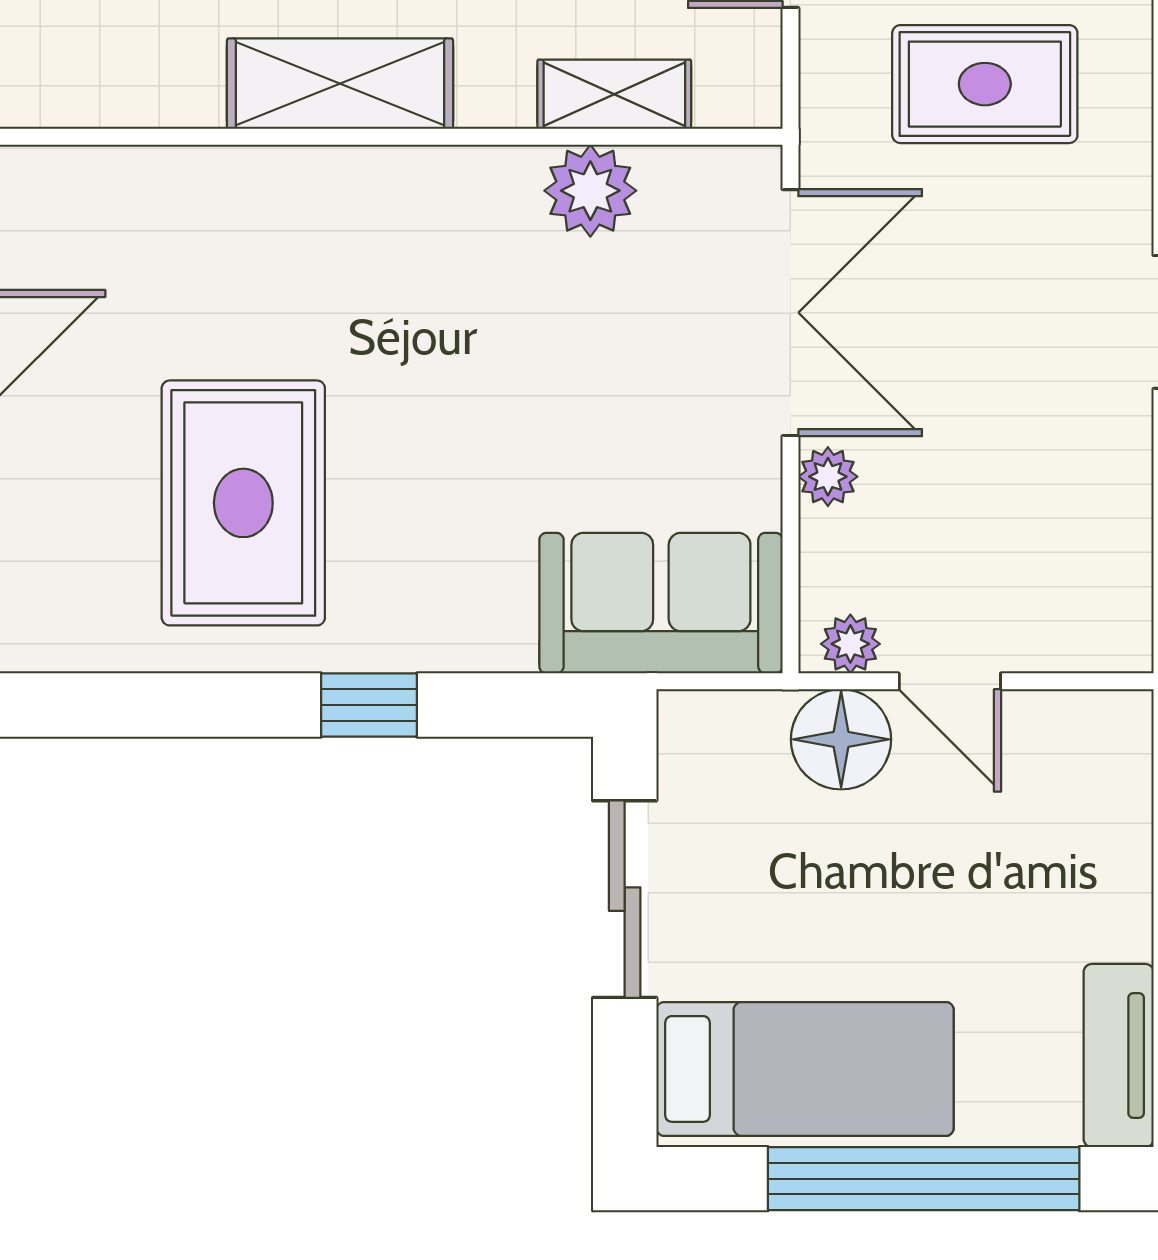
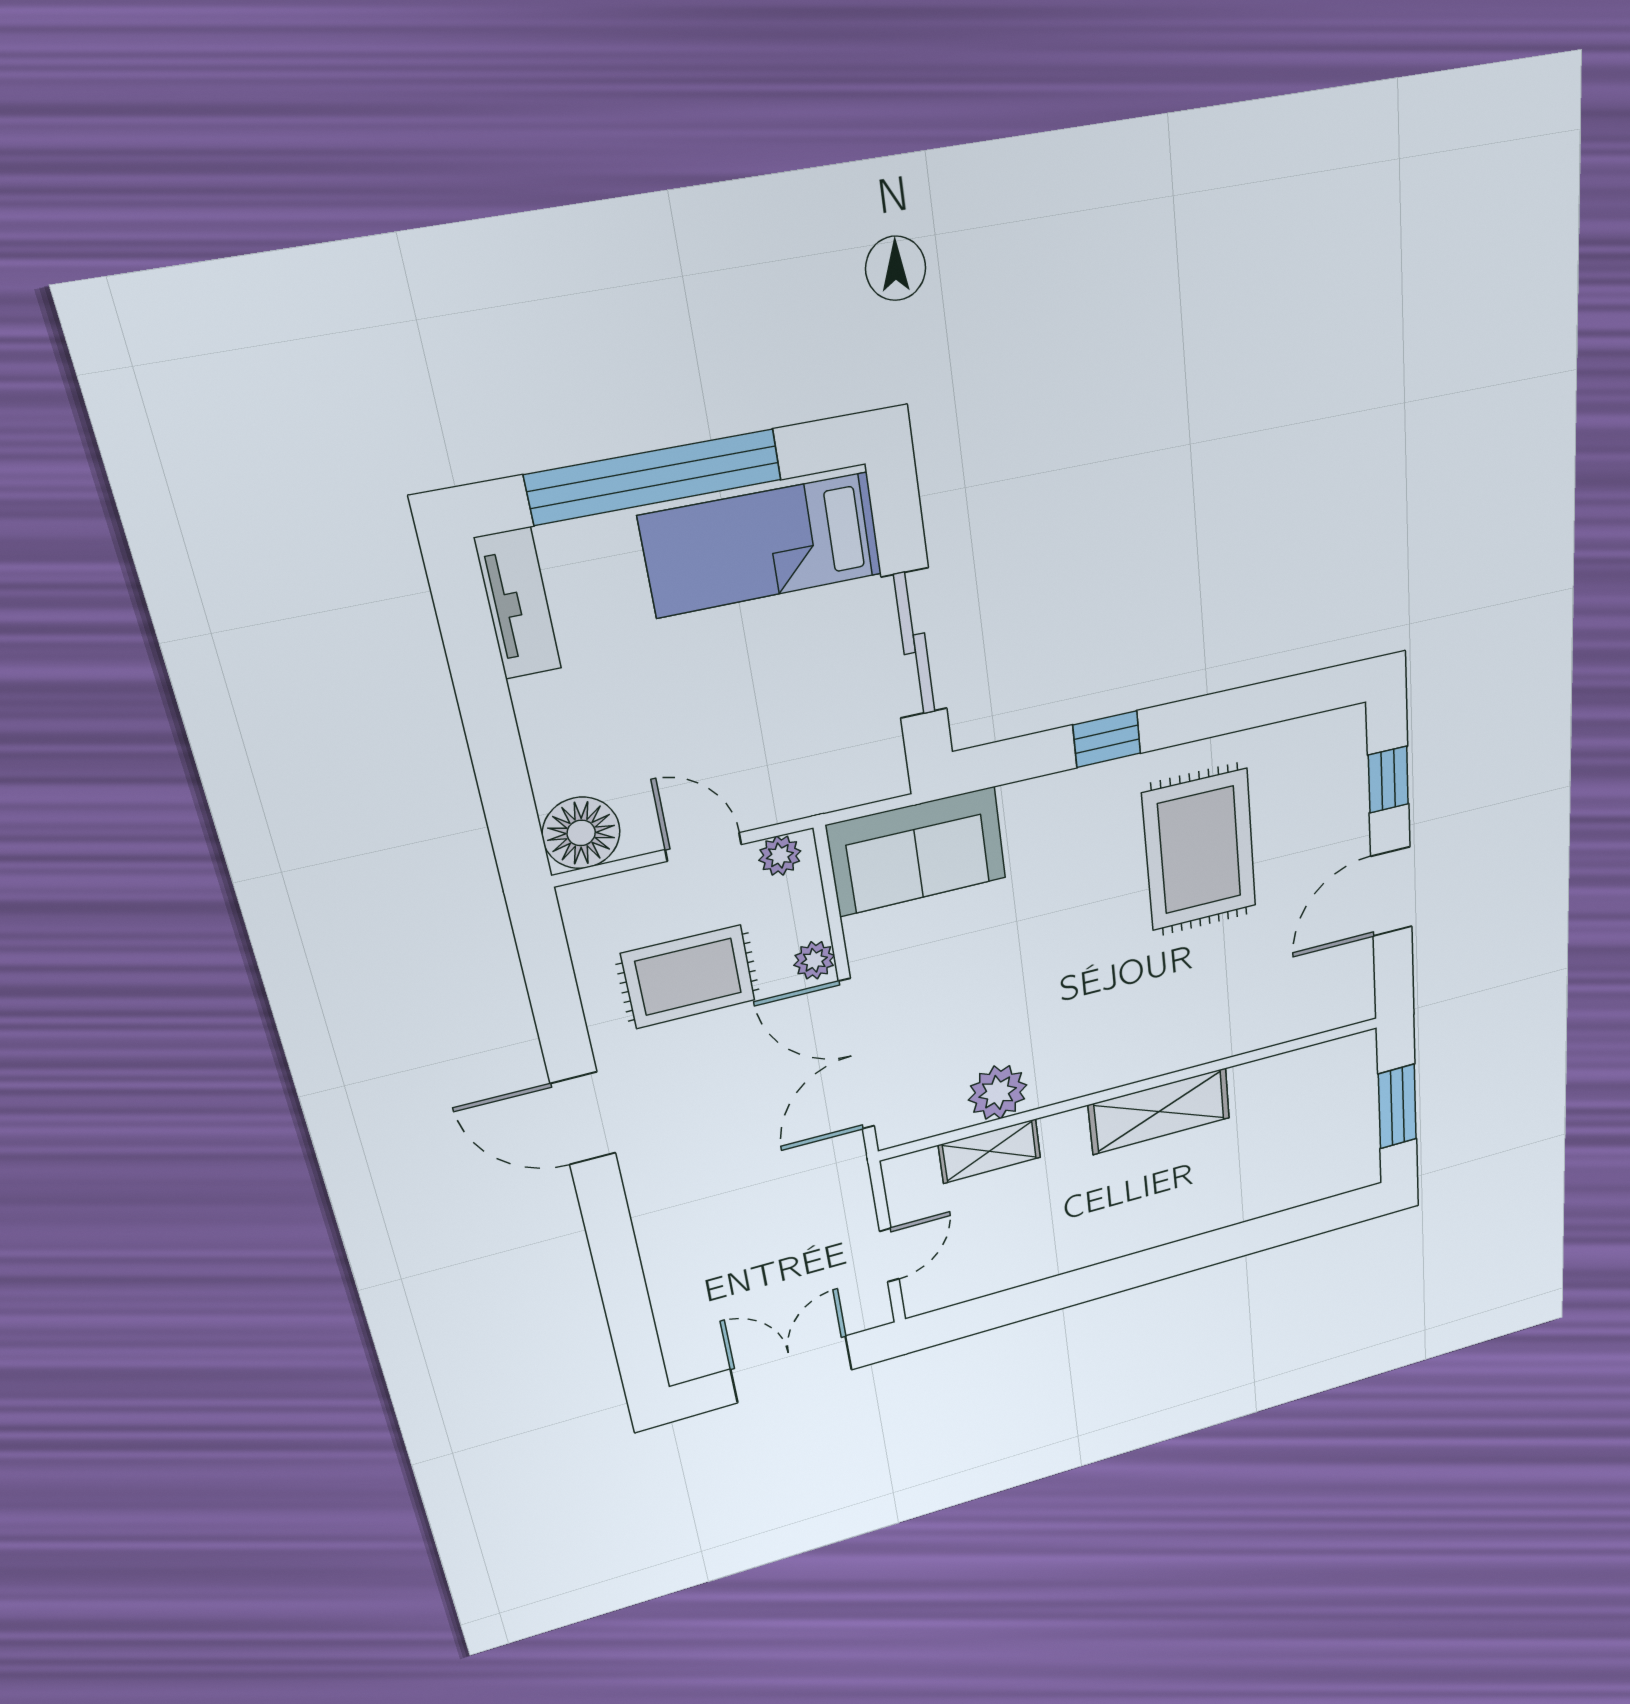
rug: (985, 84) -> (688, 977), moved
floor lamp: (841, 739) -> (581, 833), moved

